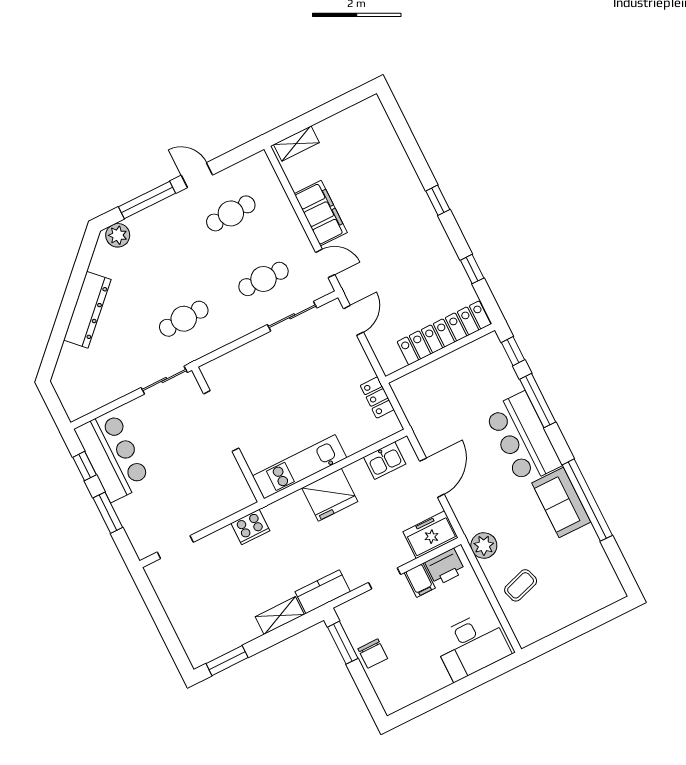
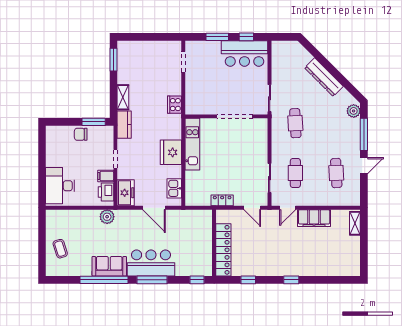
locker: (377, 397) -> (222, 200), moved
window: (538, 401) -> (152, 280), moved
coffee table: (521, 585) -> (60, 249), moved

